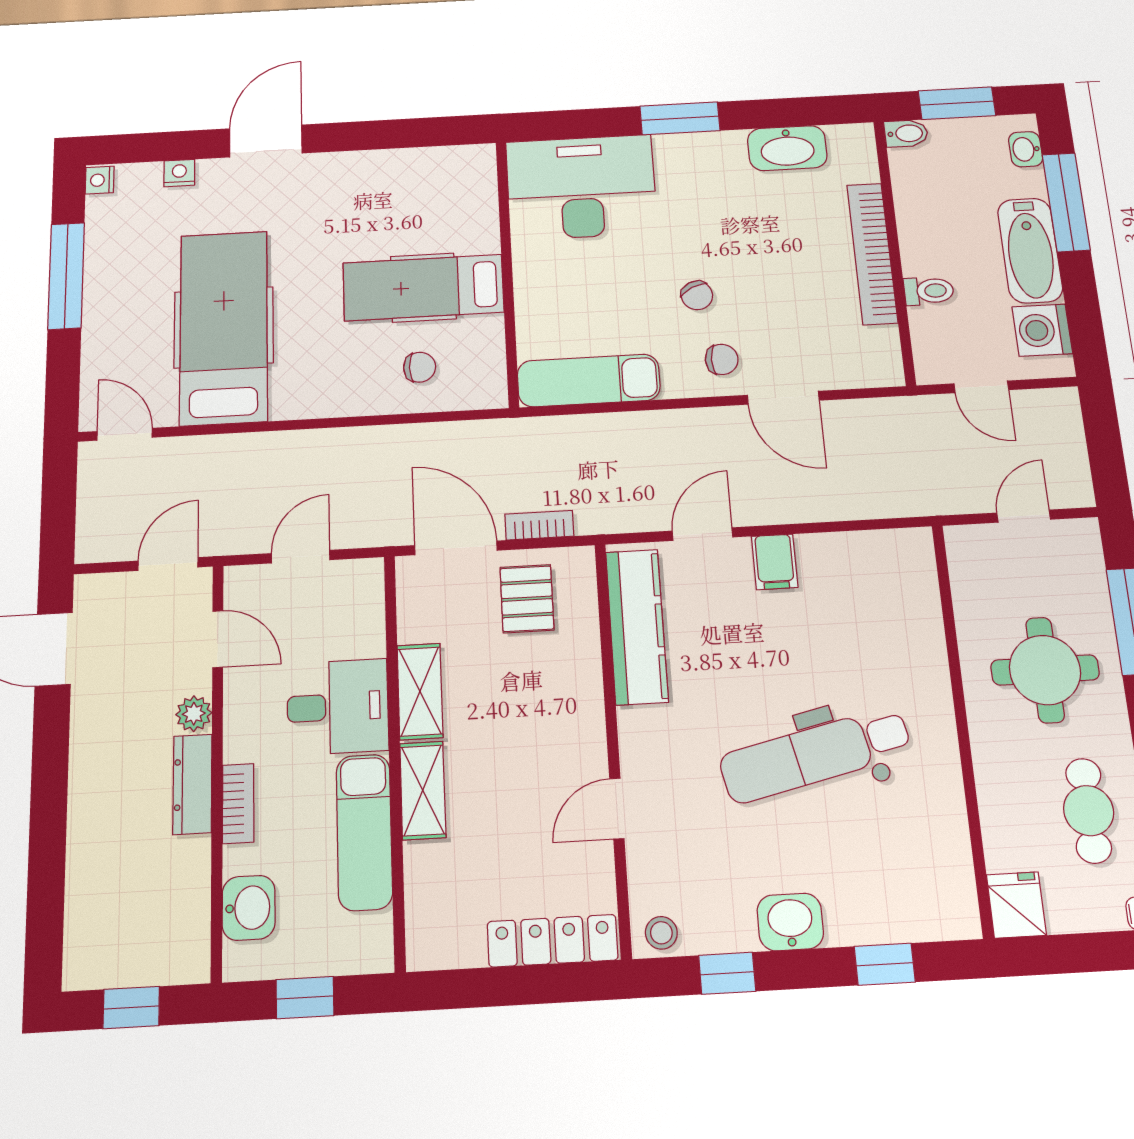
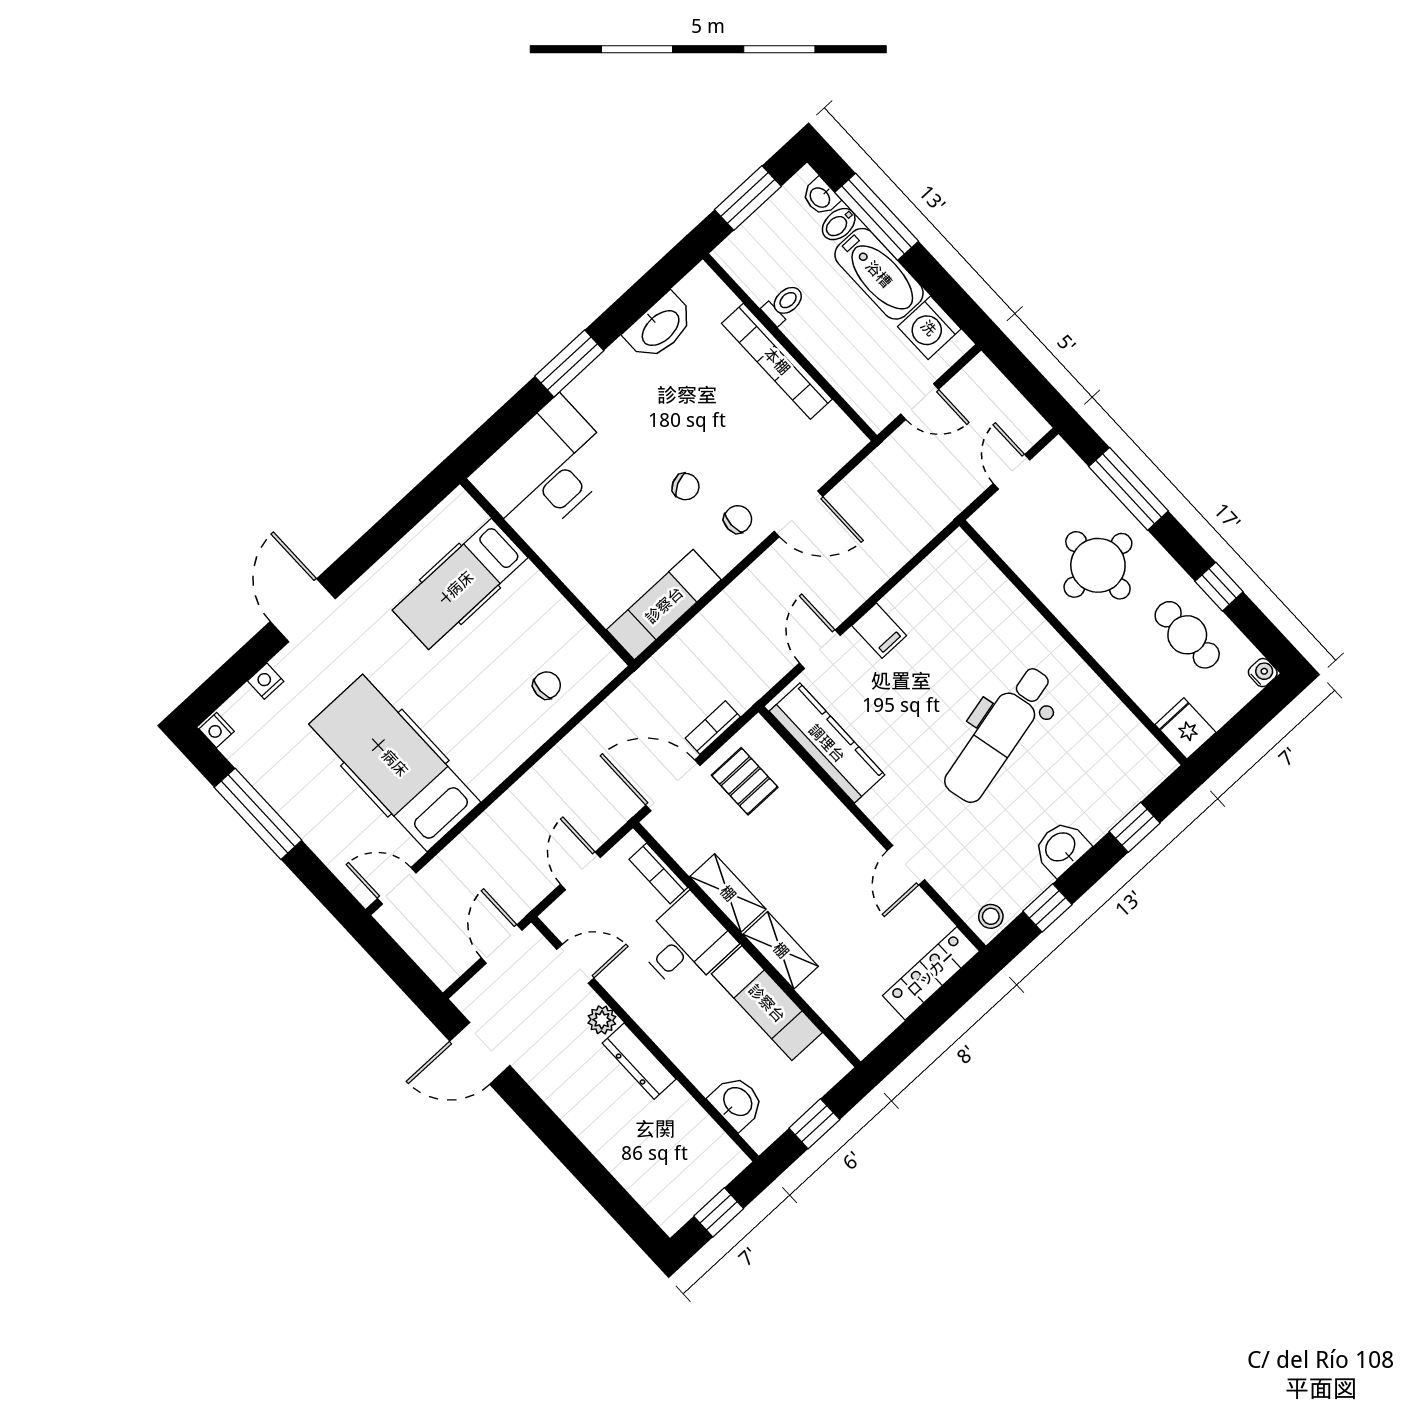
bidet: (906, 133) -> (839, 224), moved, turned 180
hospital bed: (423, 288) -> (460, 584), moved
toilet: (929, 291) -> (784, 304), moved
bookcase: (238, 803) -> (658, 873), moved, turned 180

